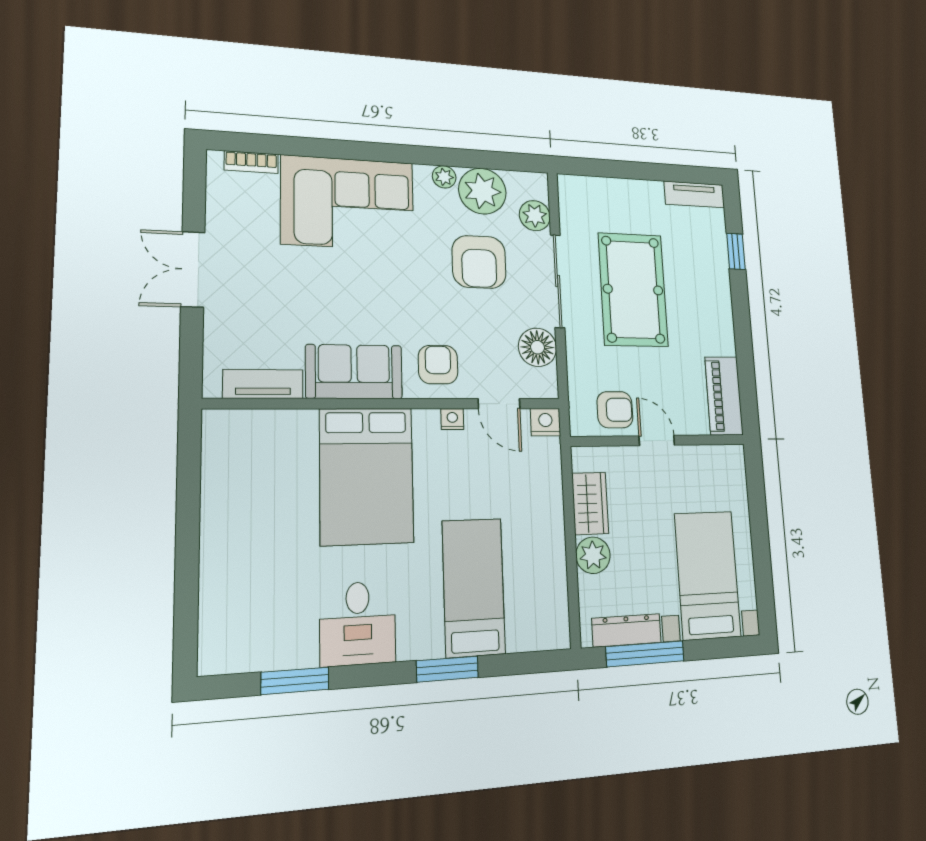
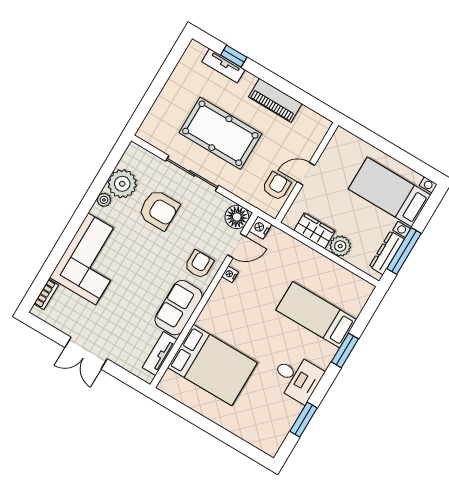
tv unit: (694, 194) -> (223, 66), moved, turned 90
plant: (535, 216) -> (151, 163), removed
floor lamp: (537, 347) -> (237, 217), moved
armchair: (438, 365) -> (199, 264), turned 90
piano: (724, 396) -> (275, 100), moved
bed: (367, 476) -> (212, 365), moved

